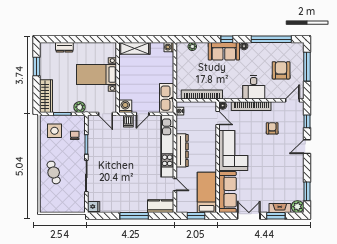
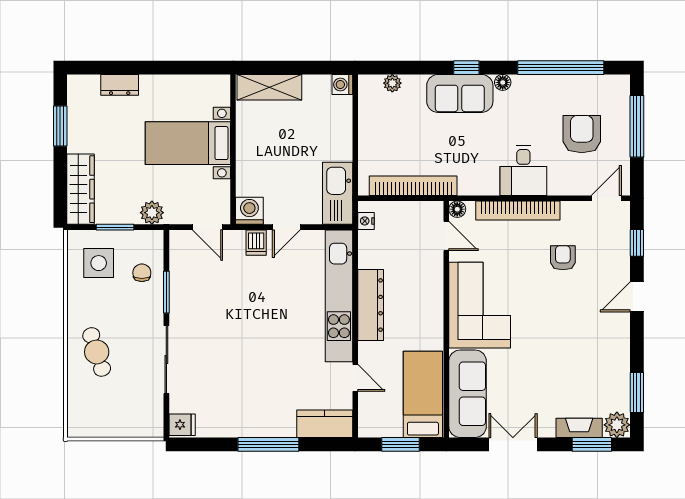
window: (276, 216) -> (592, 444), moved

